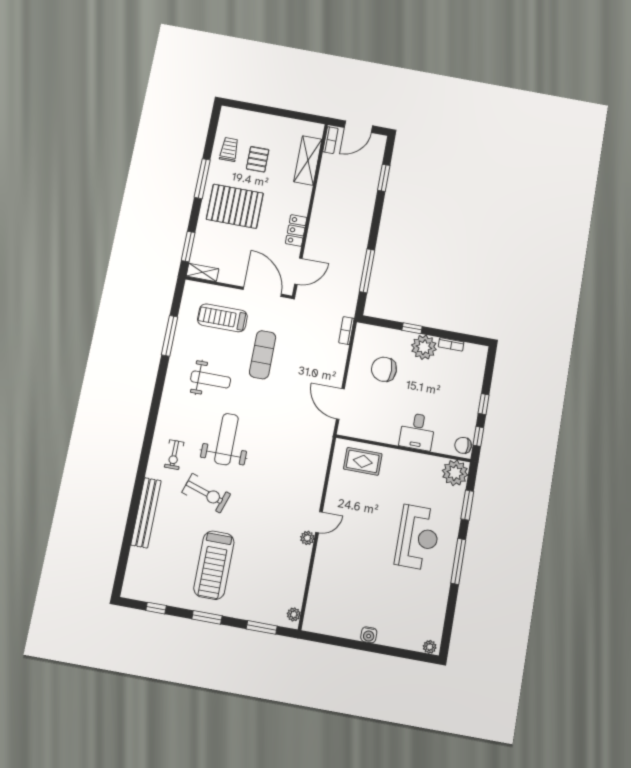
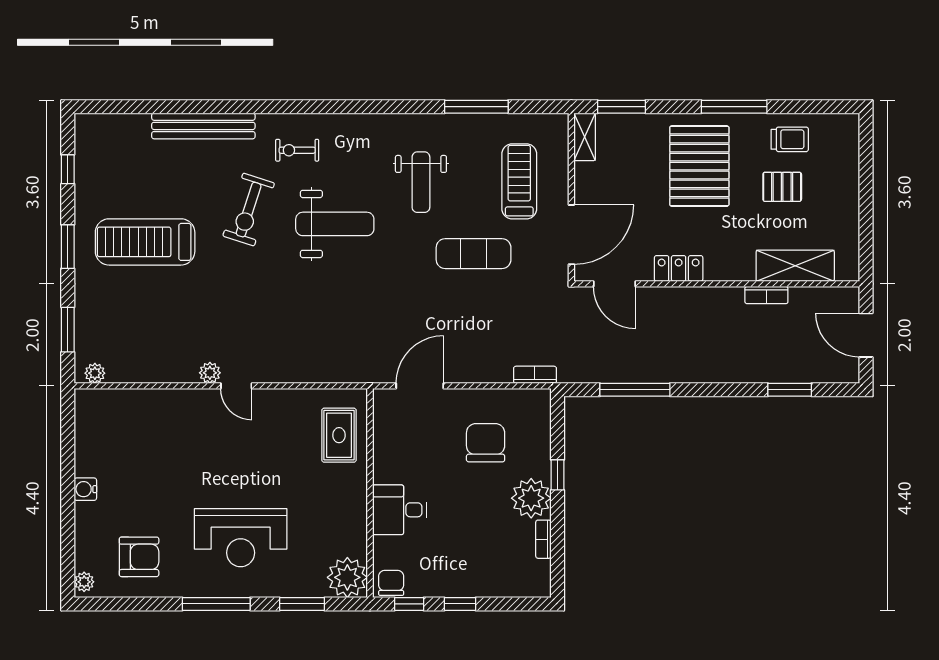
bookcase: (330, 140) -> (766, 295), moved
armchair: (419, 607) -> (139, 557), added

